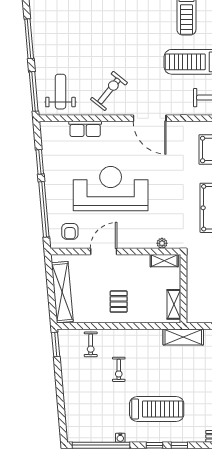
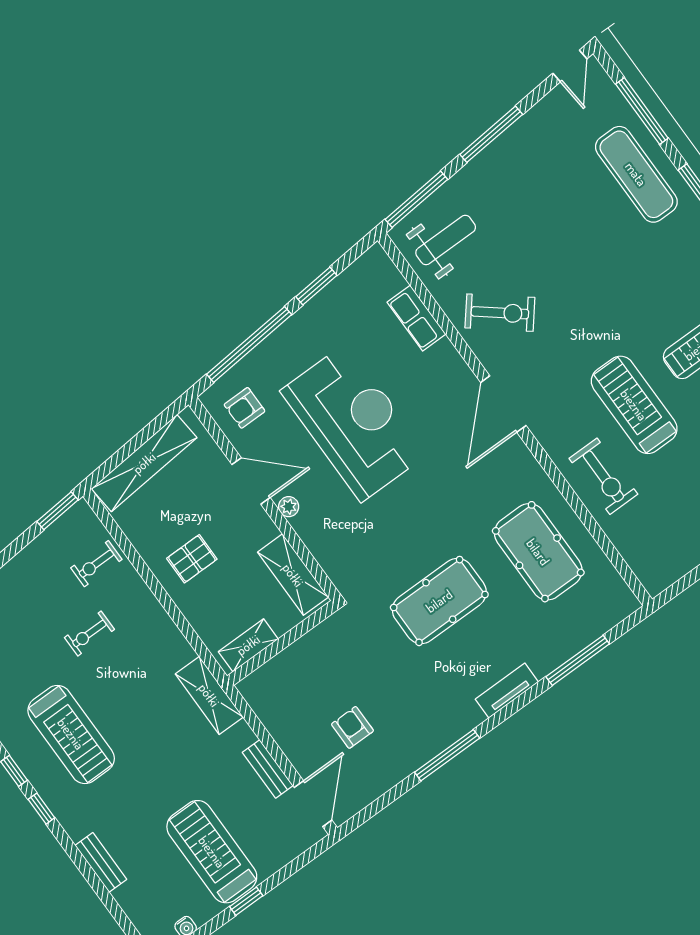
plant: (162, 243) -> (289, 507), moved
shelving: (164, 261) -> (293, 575), width x1.50, depth x1.33

